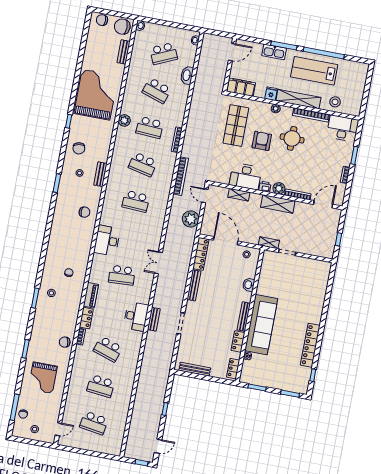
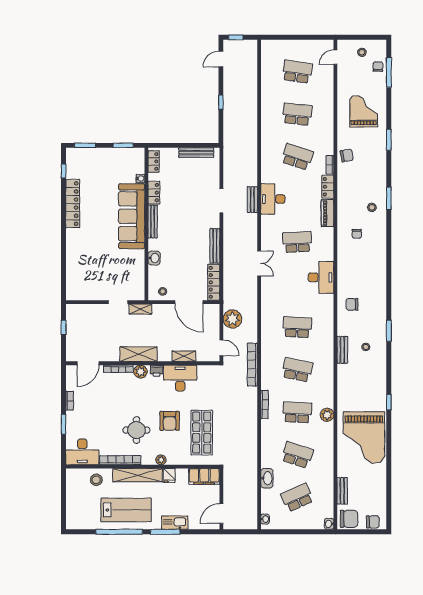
chair: (79, 148) -> (372, 374), removed

